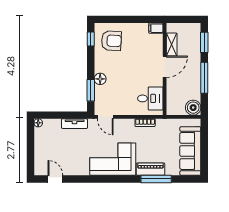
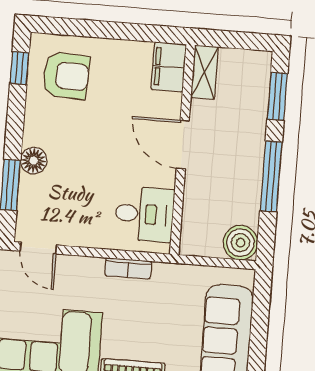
filing cabinet: (156, 28) -> (169, 67), width x2.00
shelving: (172, 45) -> (204, 72), moved
door: (165, 67) -> (183, 145), swing flipped

